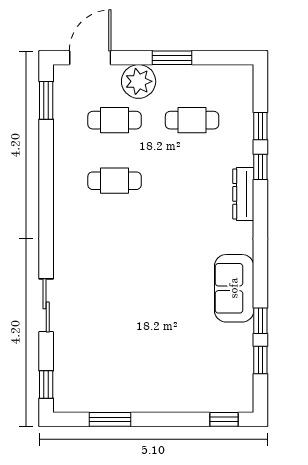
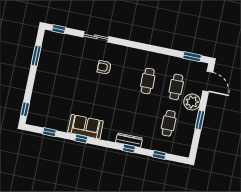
window: (260, 167) -> (129, 149), moved
armchair: (105, 275) -> (104, 67), added
window: (260, 321) -> (81, 139), moved

